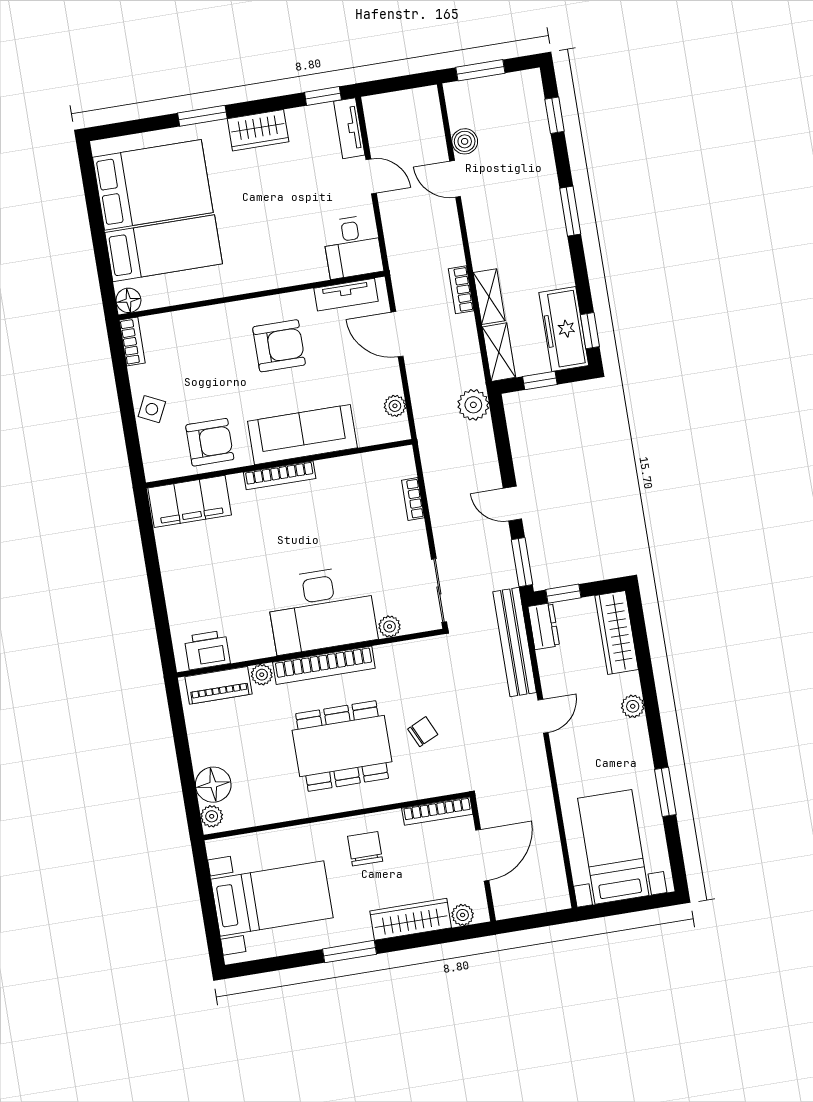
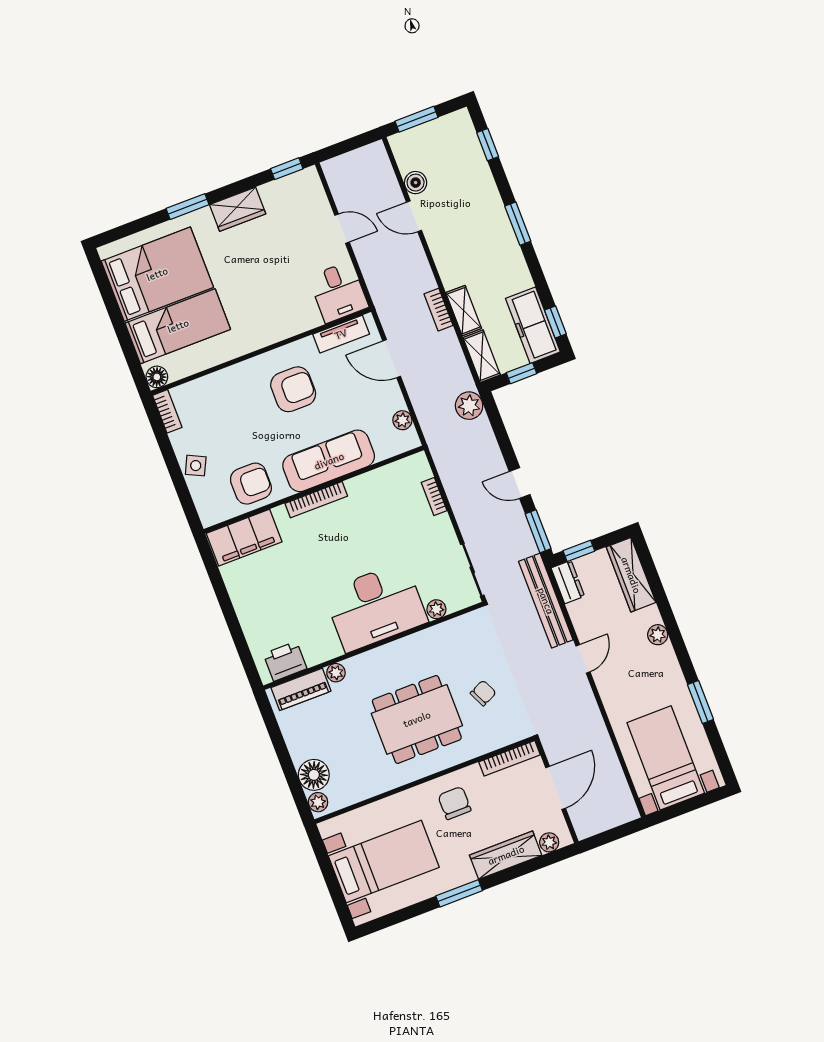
tv unit: (349, 128) -> (315, 192), removed
bookcase: (324, 665) -> (387, 654), removed

